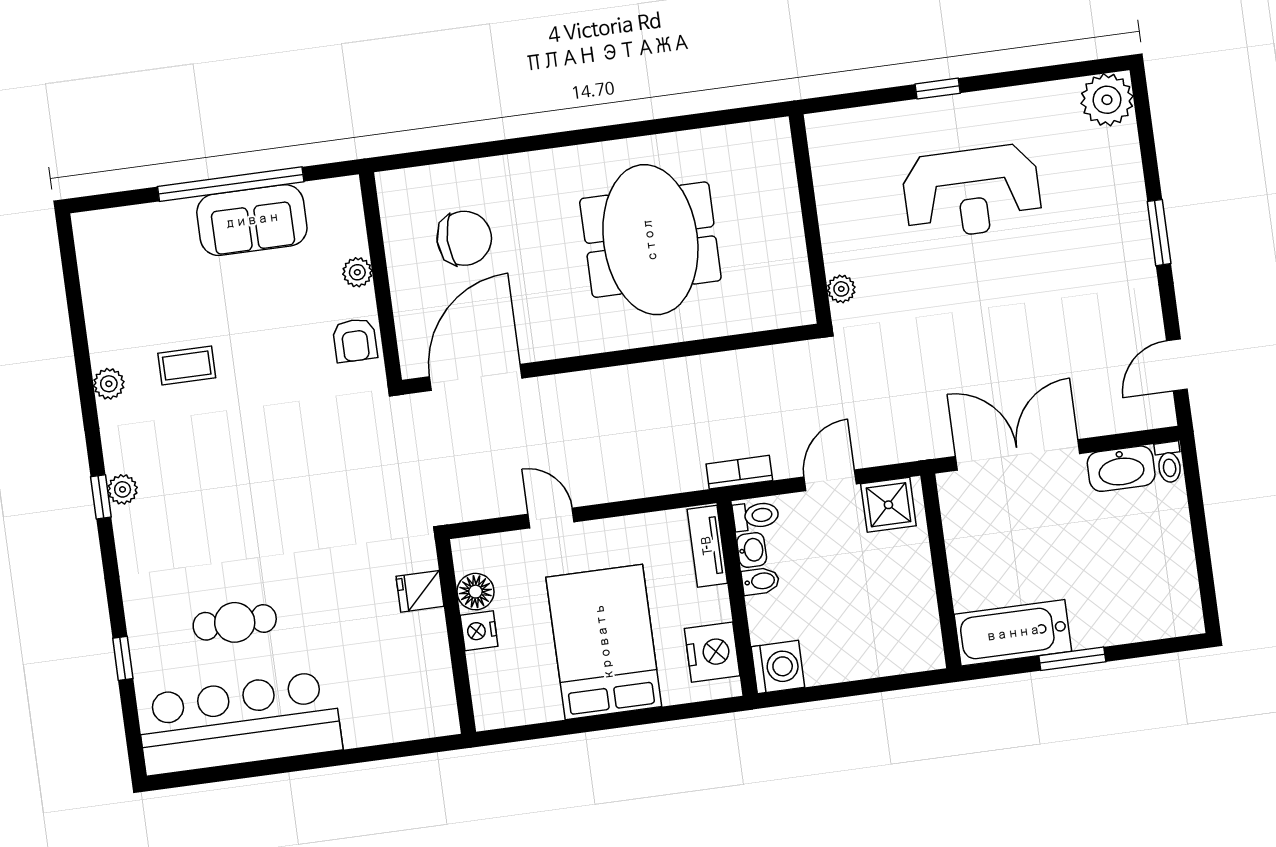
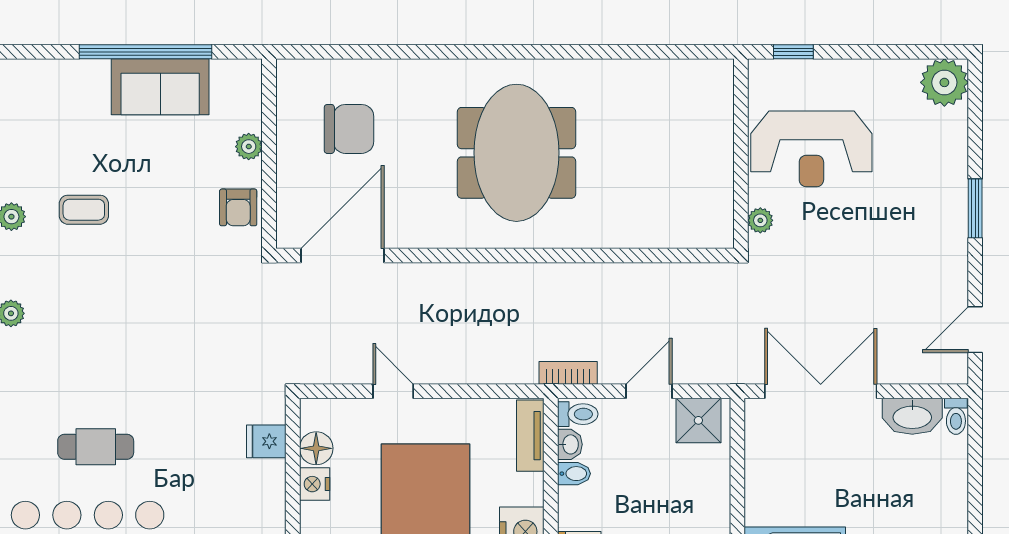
wall: (810, 219) -> (741, 154), moved
plant: (841, 289) -> (760, 220), moved

